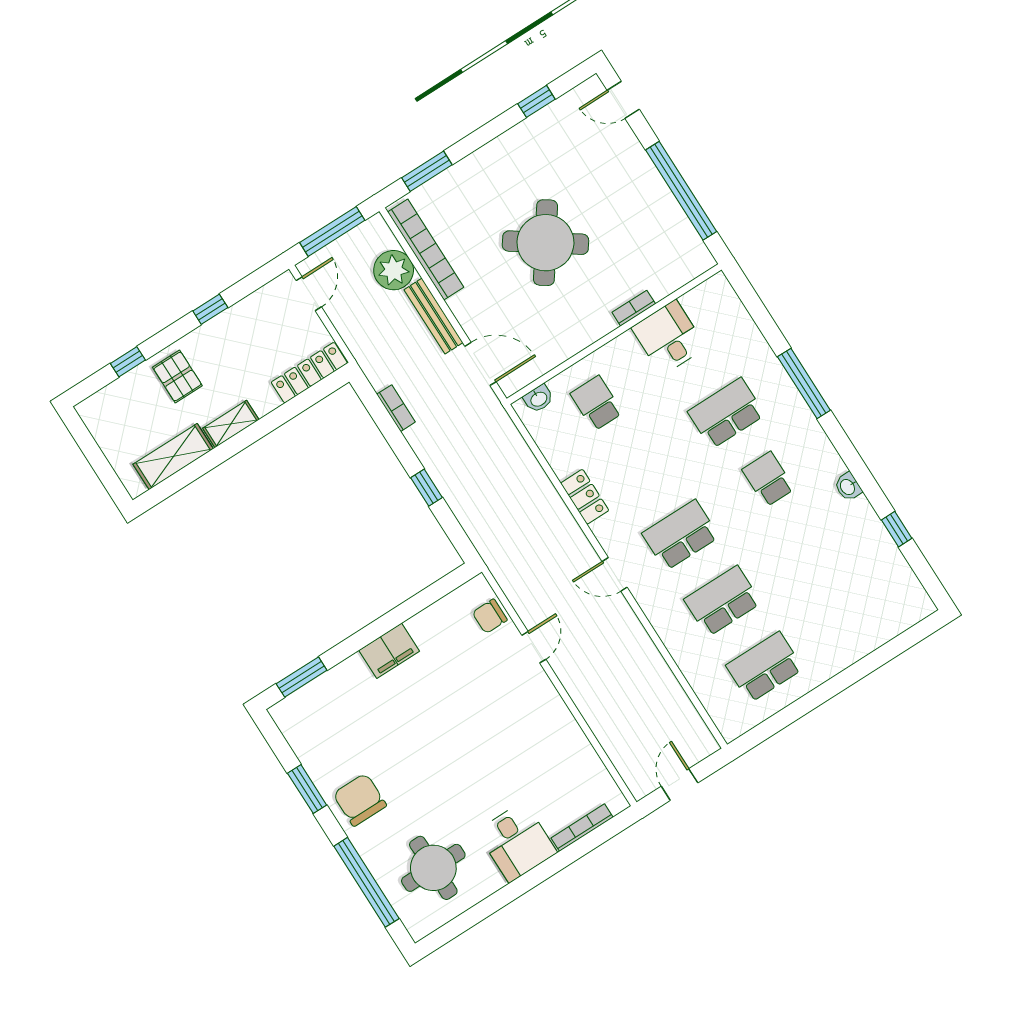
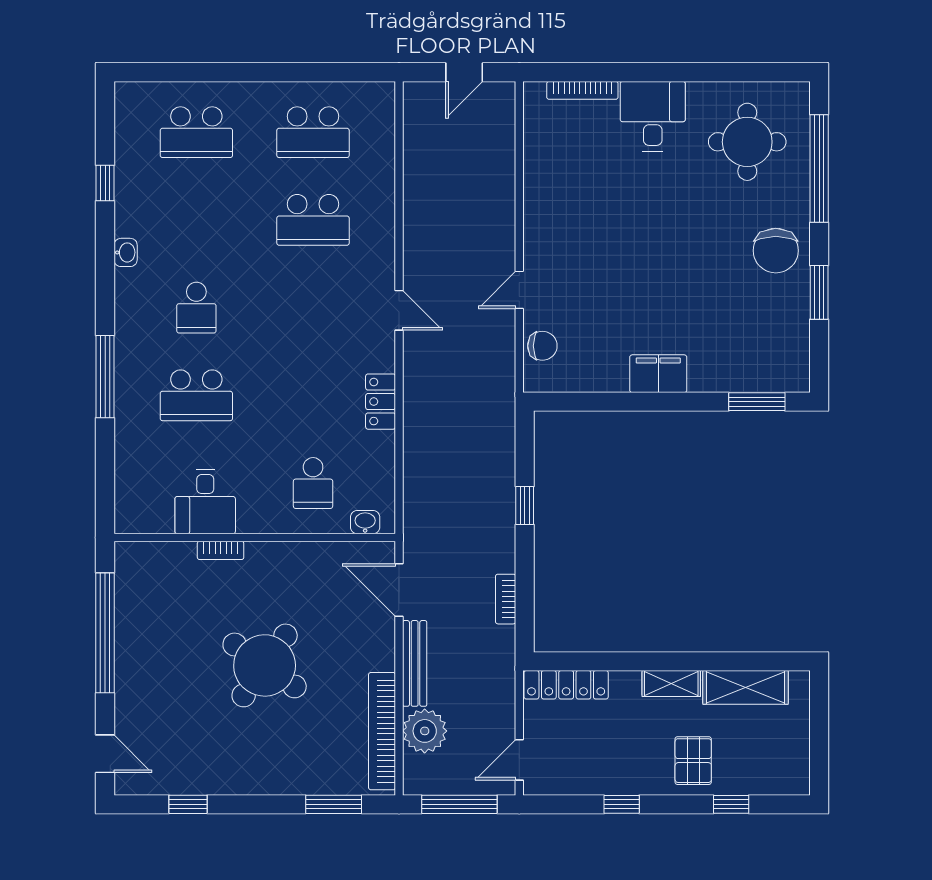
school desk: (681, 535) -> (196, 132), moved

